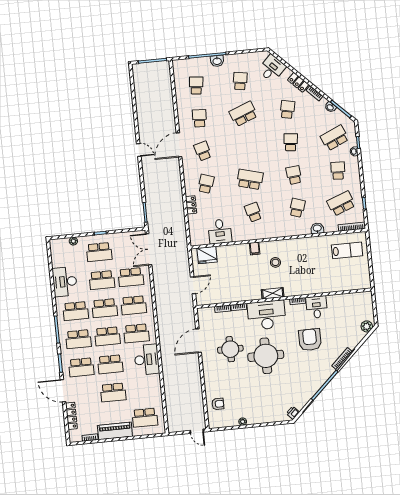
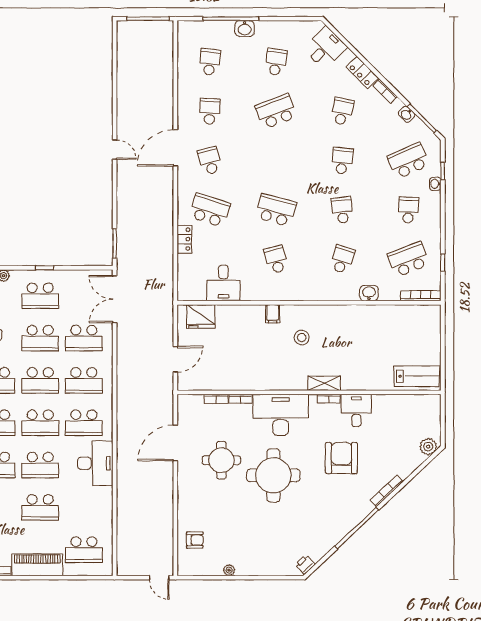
school desk: (206, 184) -> (210, 210), width x1.85
lab bench: (347, 250) -> (417, 376), moved
shelving: (273, 293) -> (324, 383), moved

